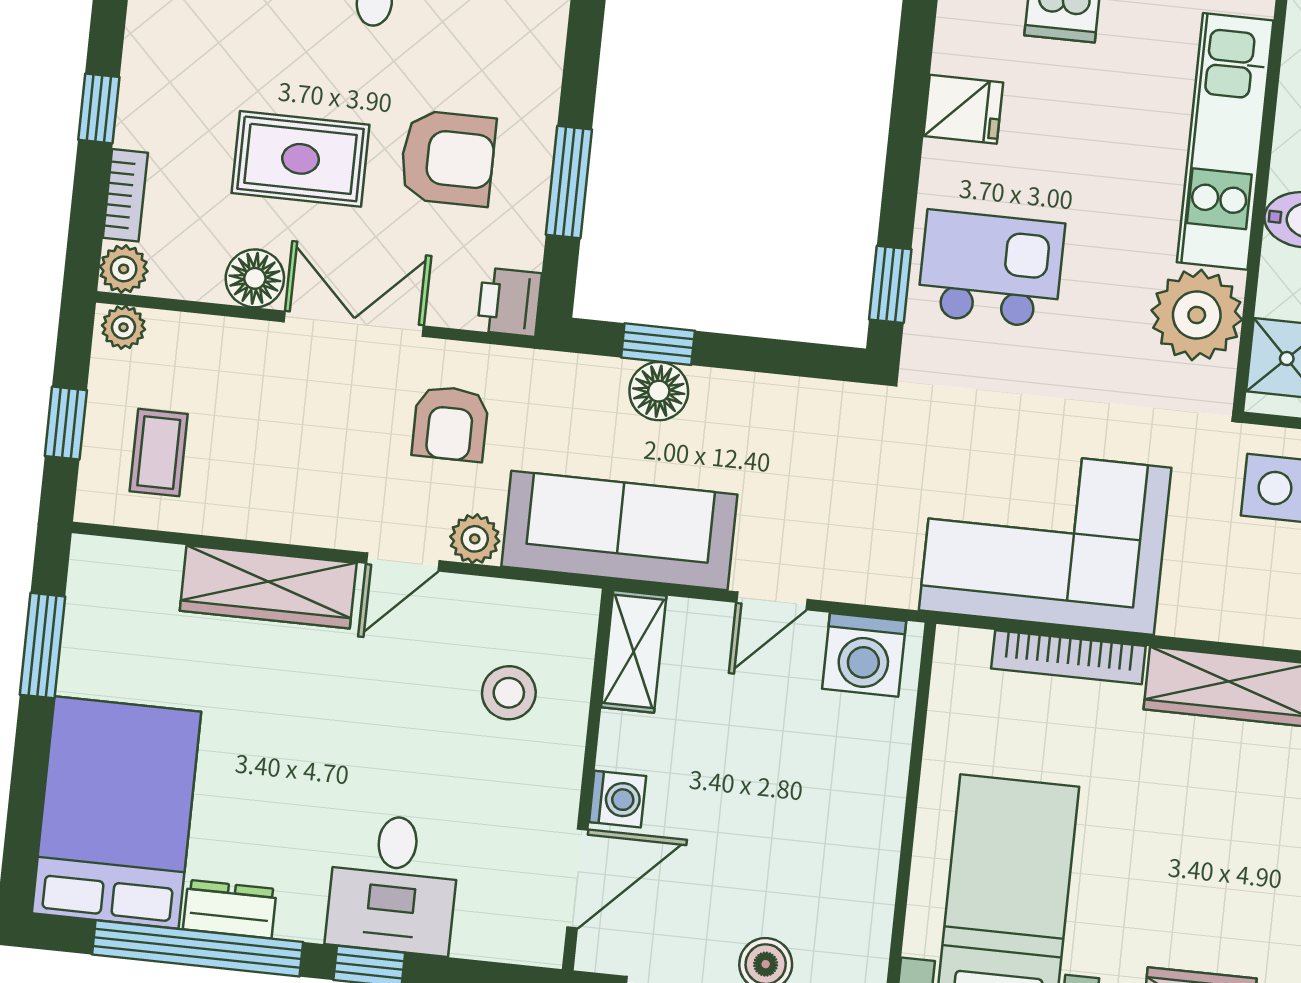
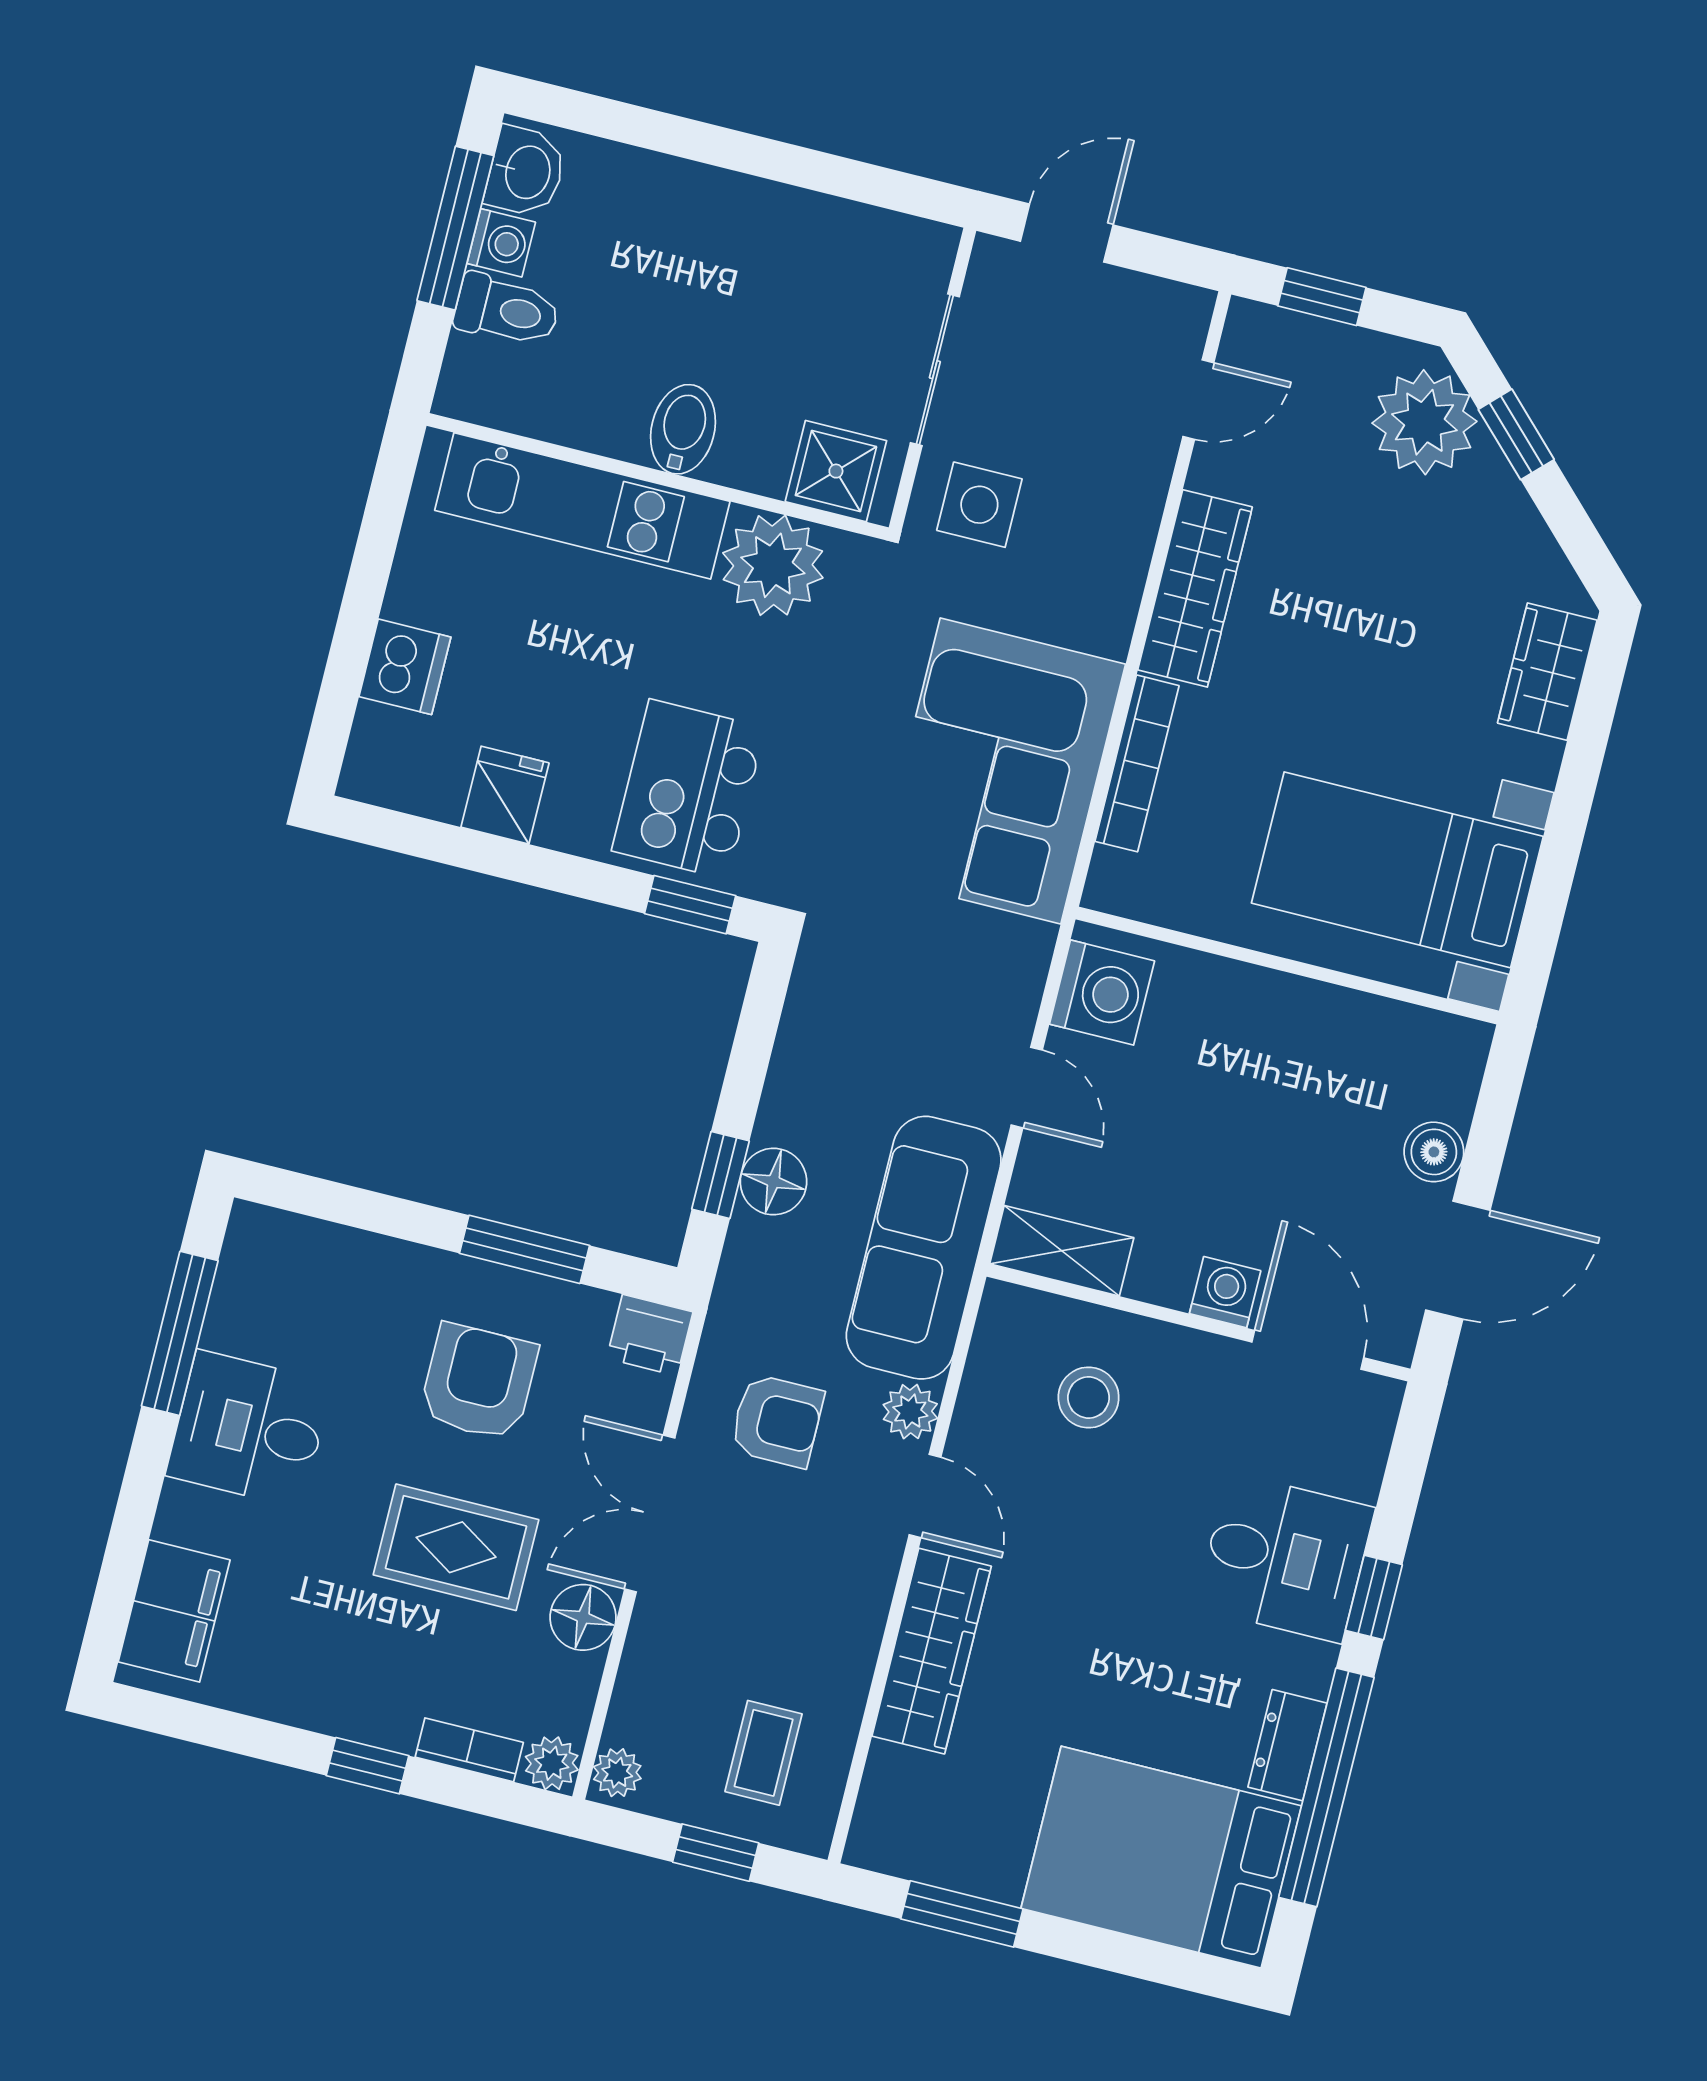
rug: (301, 159) -> (456, 1547), turned 90
coffee table: (159, 453) -> (764, 1753), turned 90

